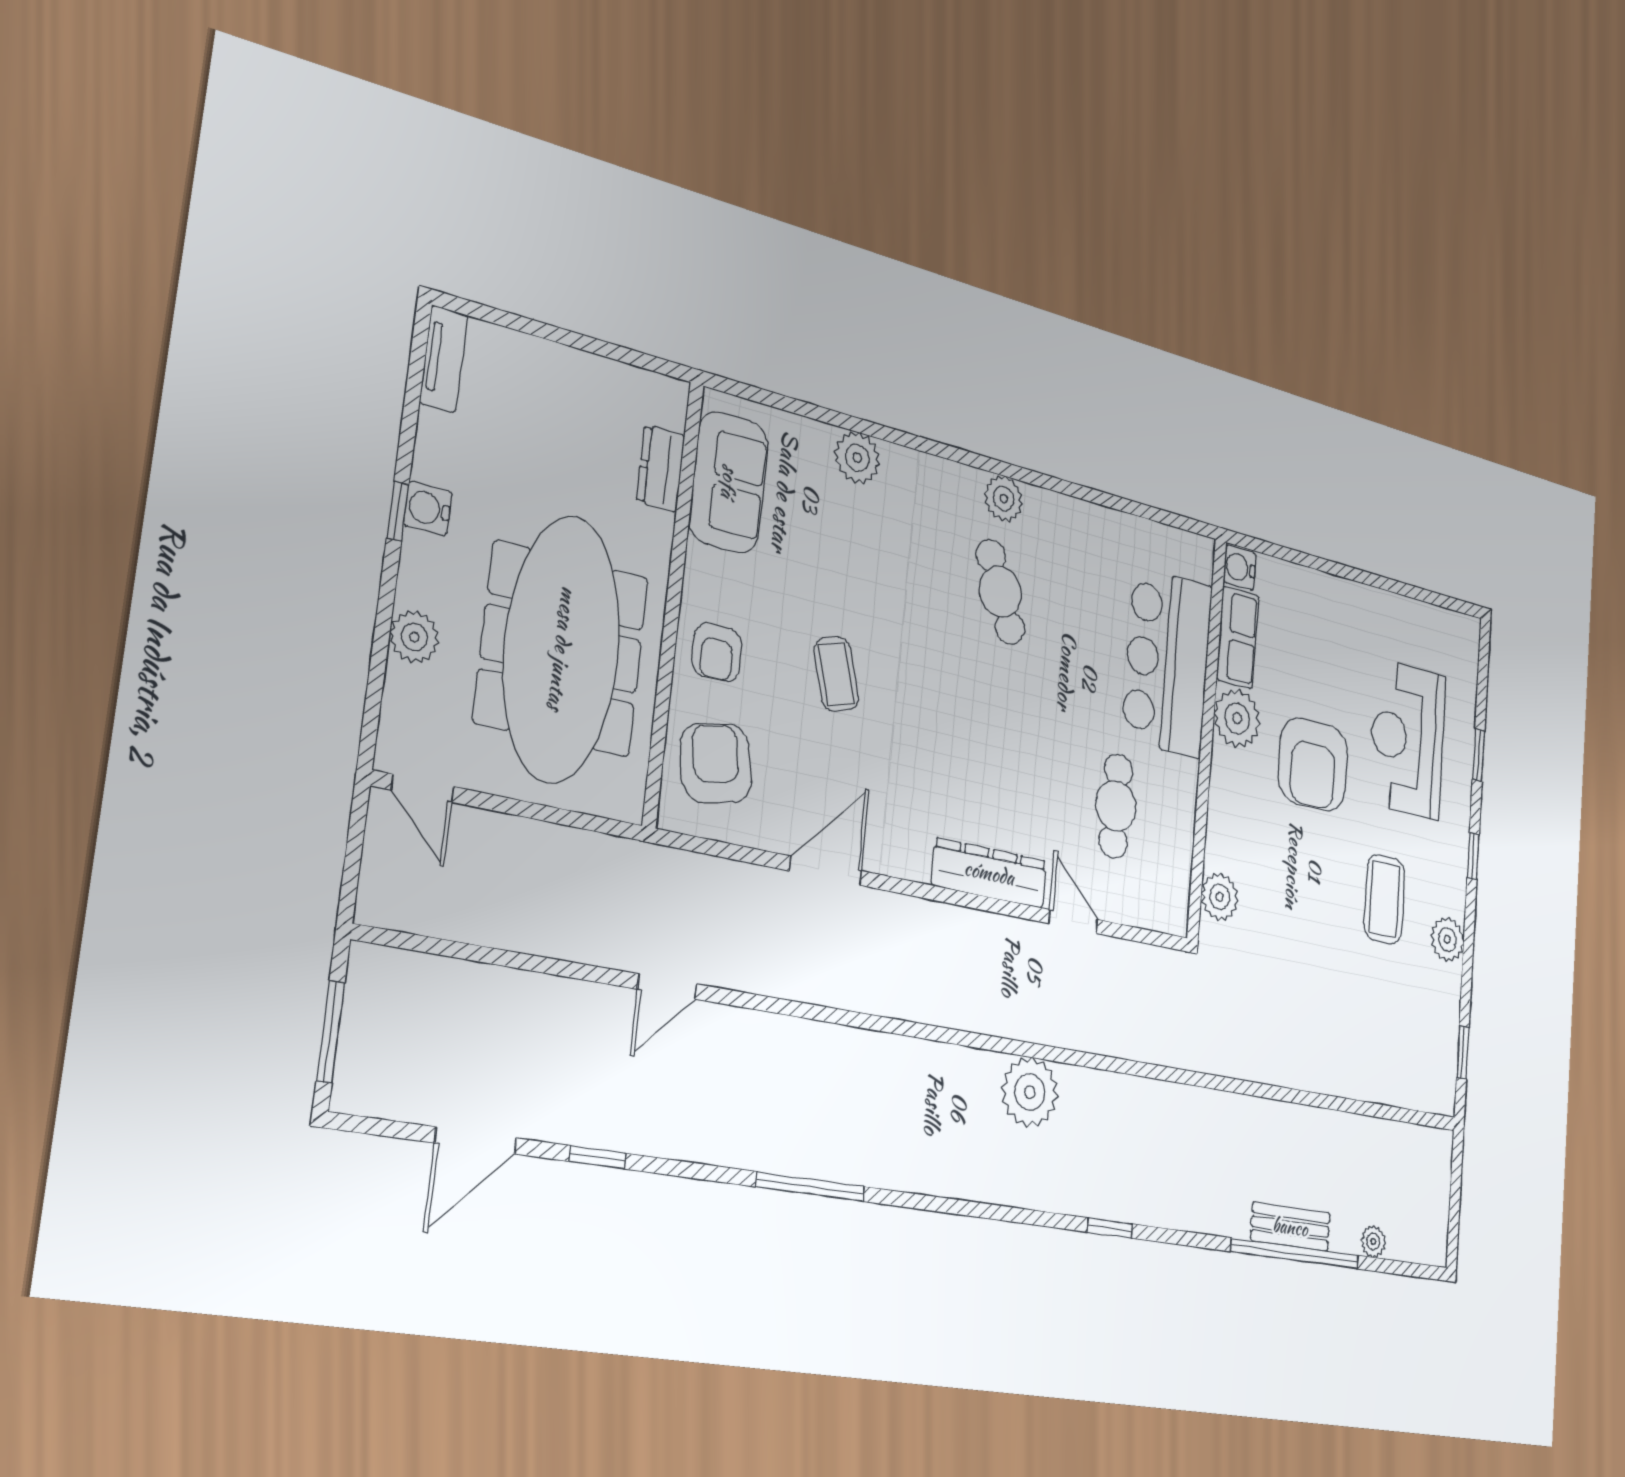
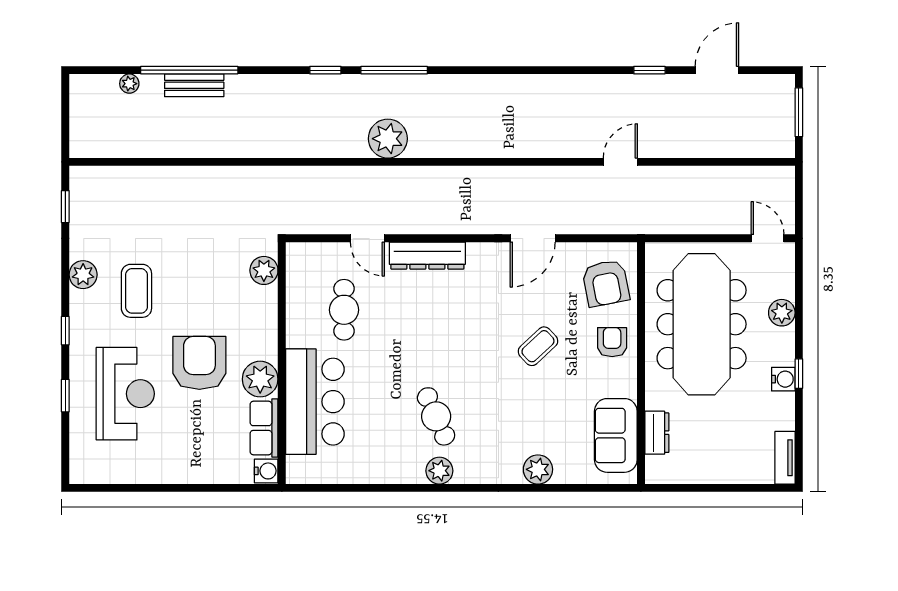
coffee table: (836, 674) -> (538, 346), turned 64
window: (811, 1187) -> (394, 70), moved

